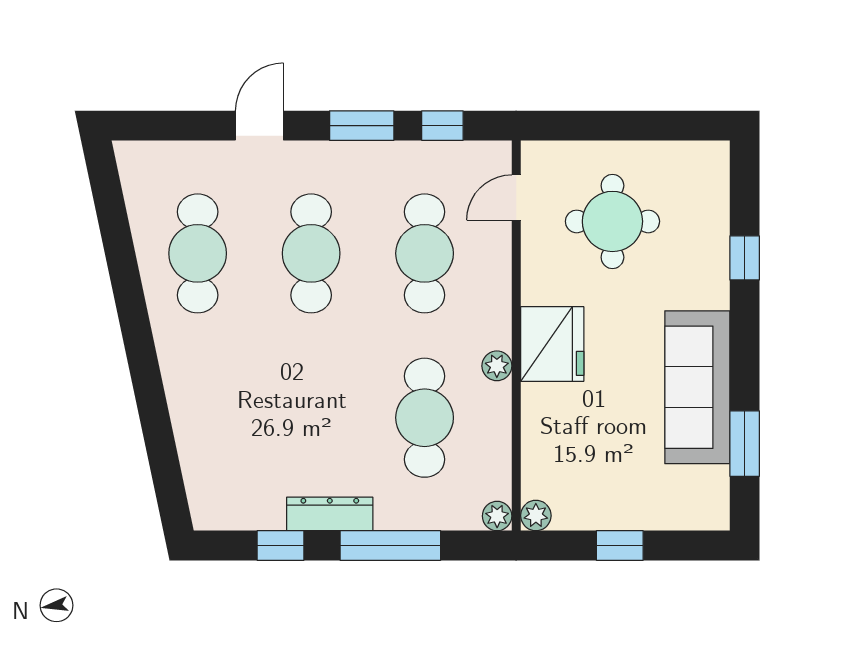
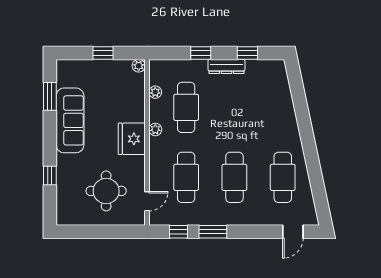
door: (259, 126) -> (293, 232), moved
plant: (497, 516) -> (155, 92), moved
window: (390, 546) -> (201, 53), width x0.46

